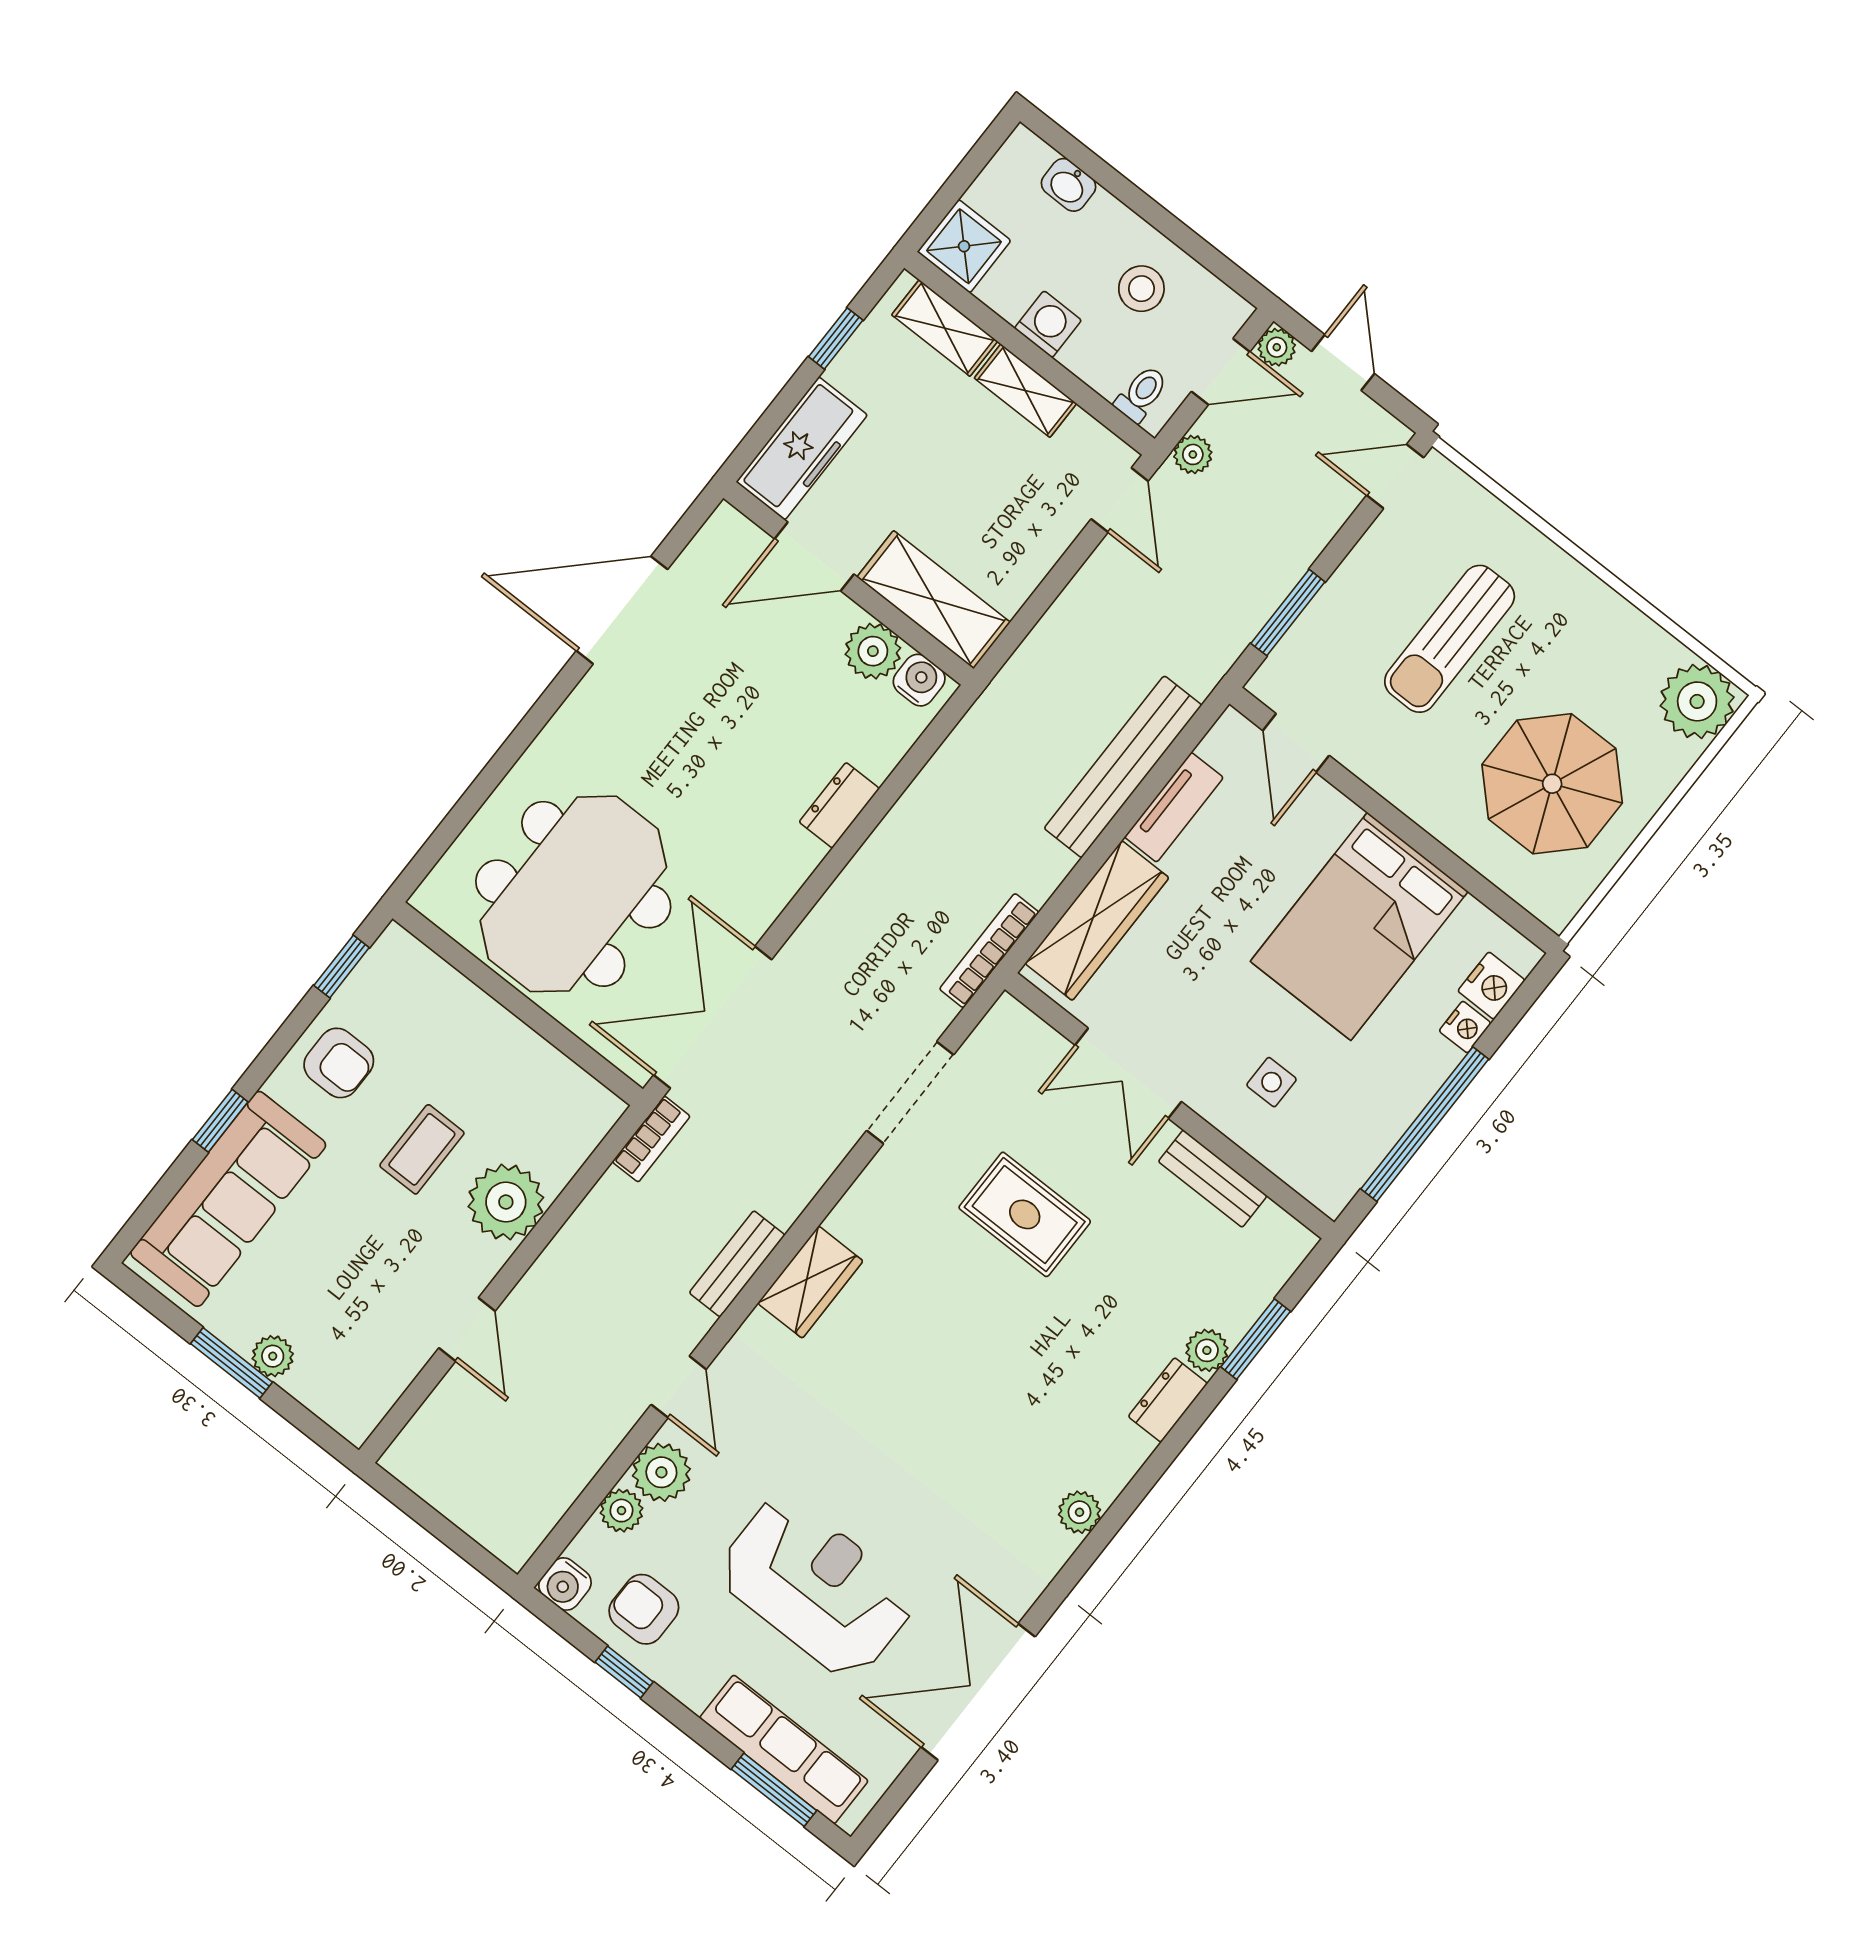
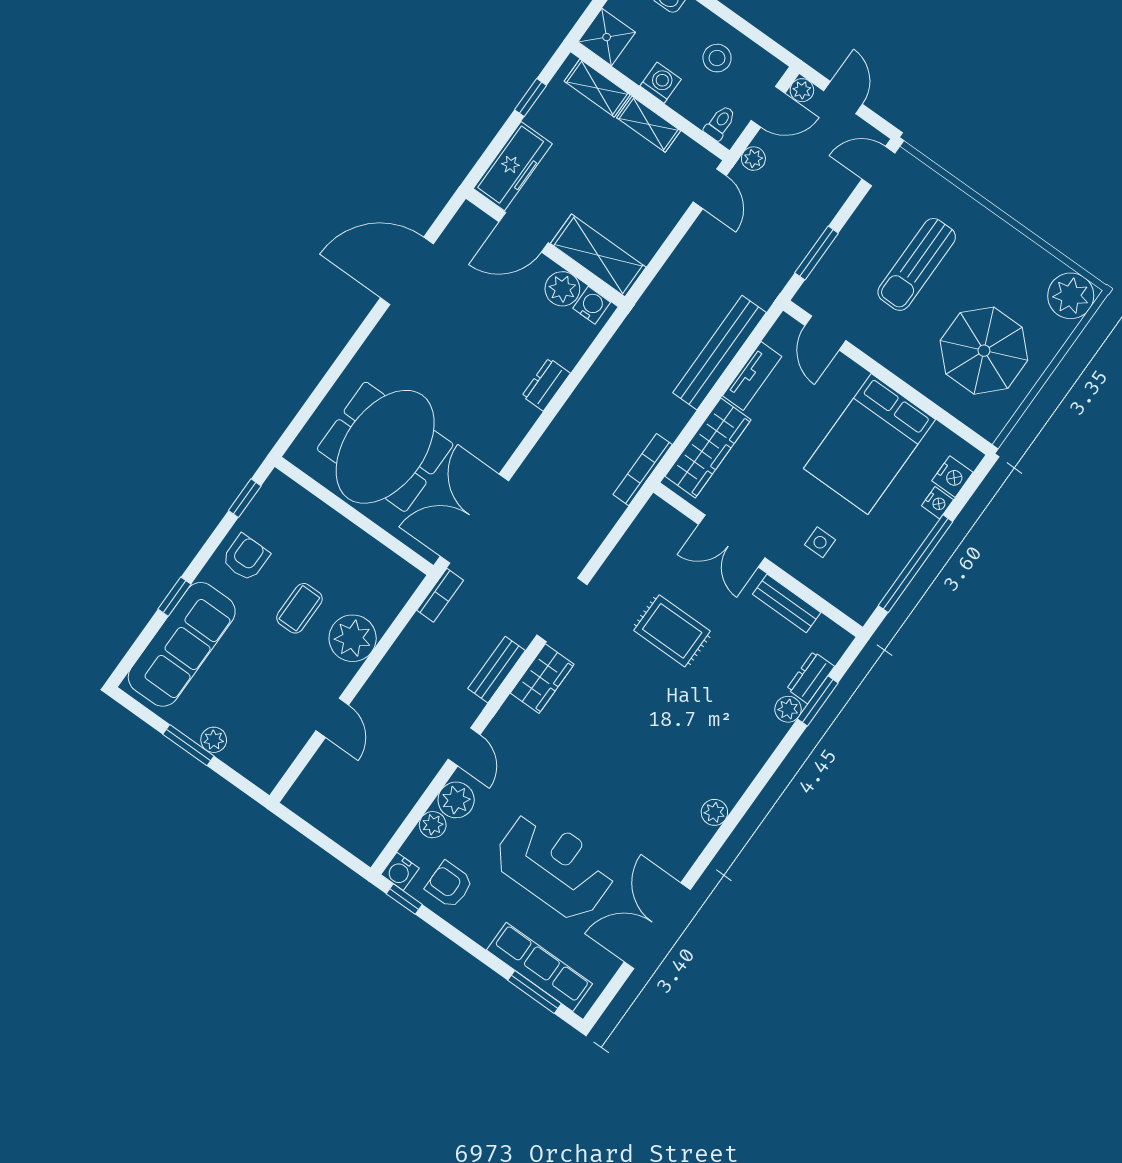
armchair: (339, 1063) -> (246, 558), turned -90
doorway: (910, 1093) -> (562, 610), moved
dresser: (1168, 1400) -> (811, 678), moved
window: (624, 1672) -> (404, 899), moved

